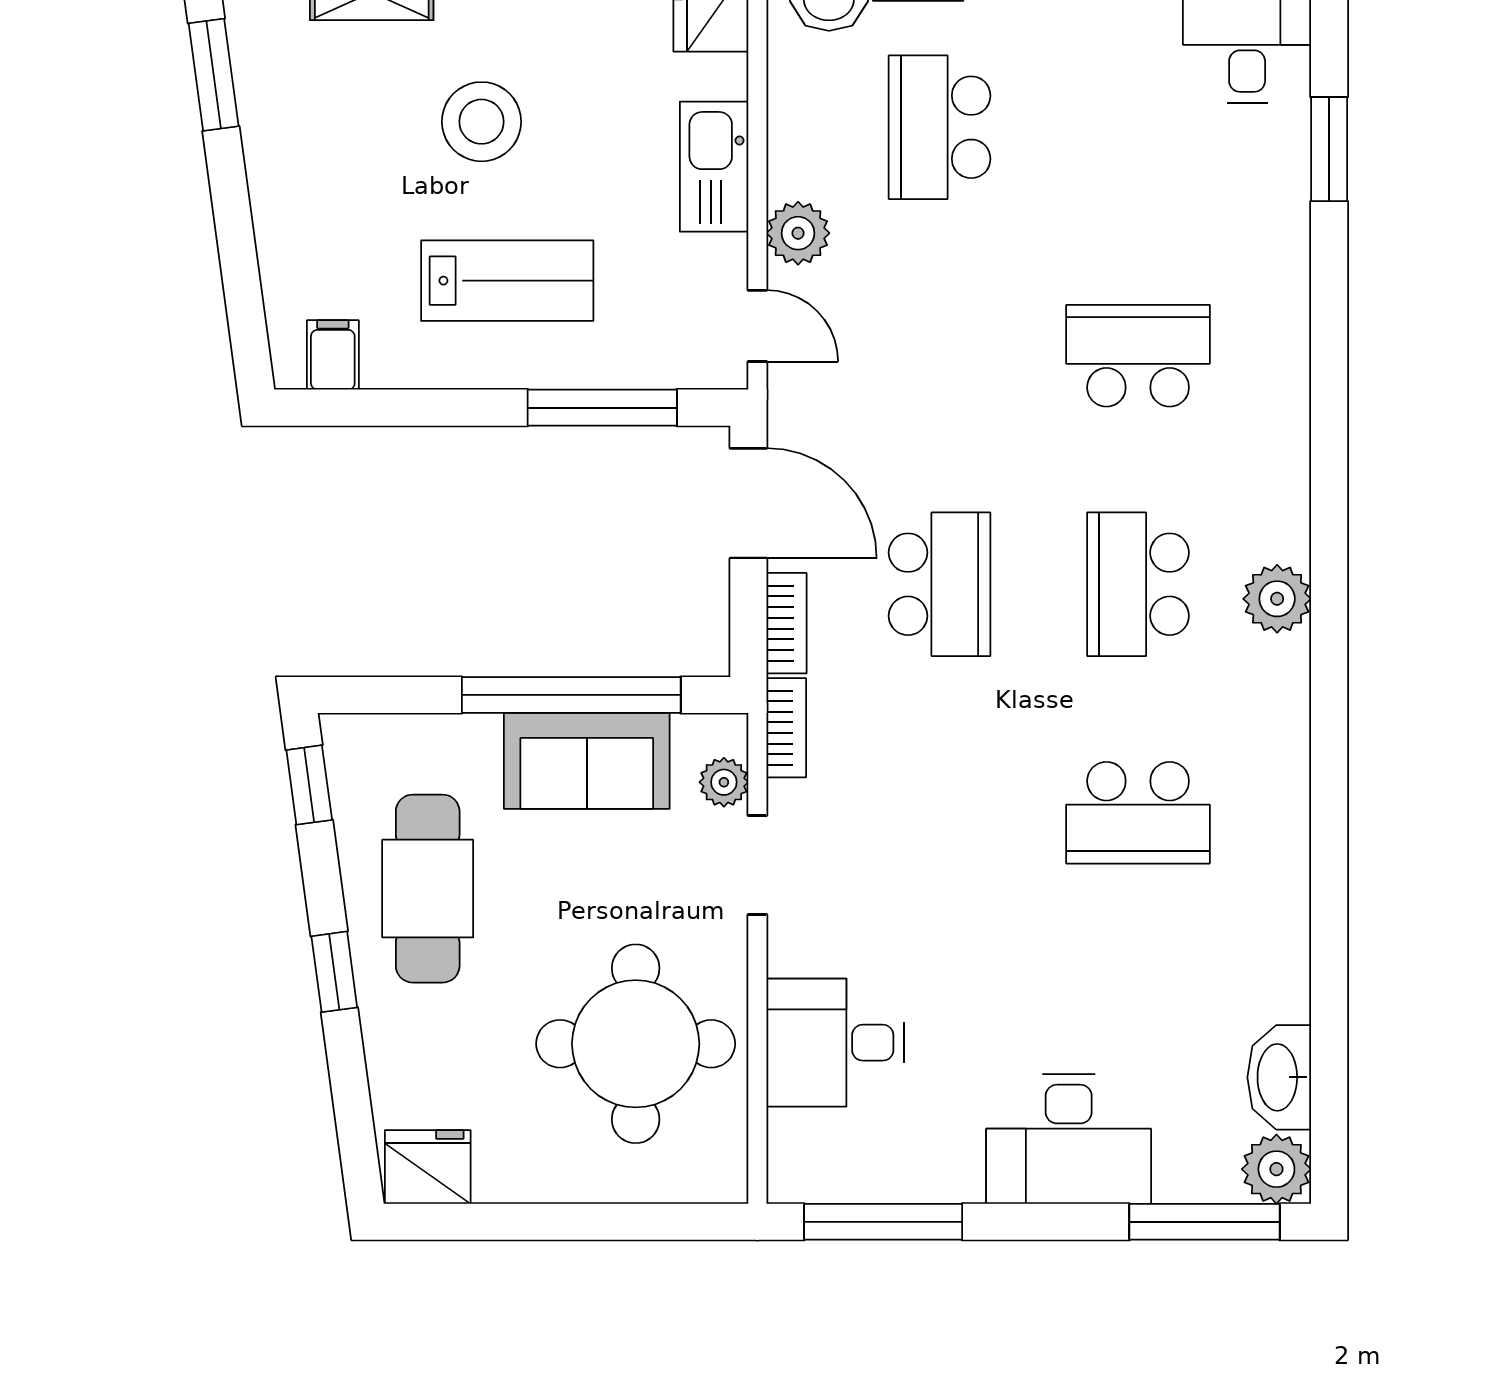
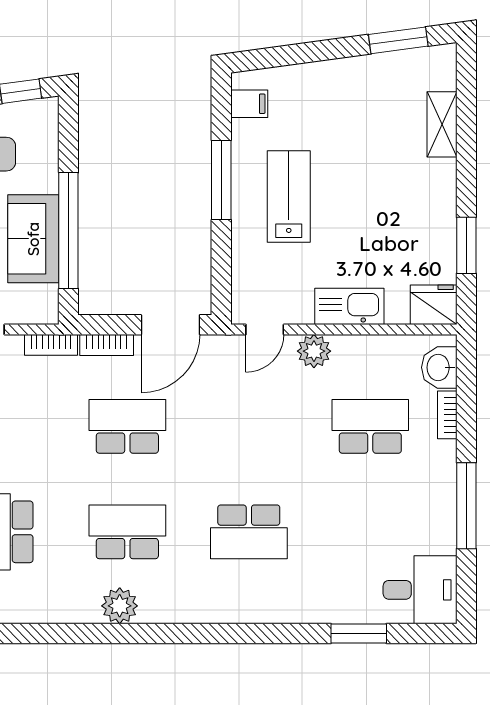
stool: (482, 122) -> (373, 183), removed
lab bench: (507, 281) -> (289, 196), turned 180
school desk: (1138, 356) -> (249, 532), turned 90
window: (602, 408) -> (221, 180), moved
school desk: (940, 584) -> (127, 426), turned 180
plant: (724, 782) -> (22, 312), removed

